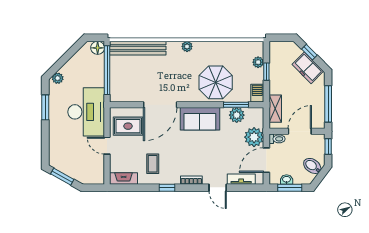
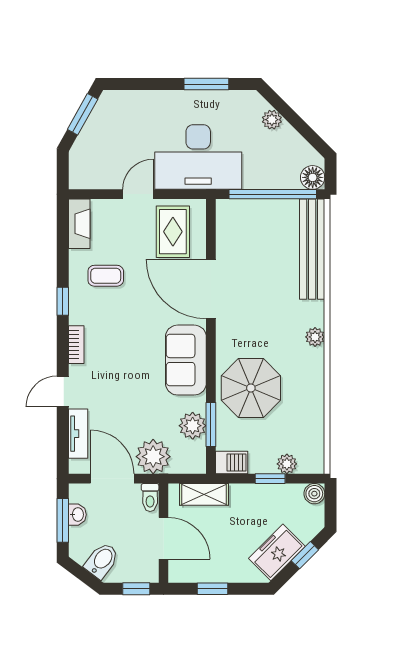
boiler: (275, 47) -> (314, 494), added
plant: (58, 78) -> (272, 120), moved
window: (328, 104) -> (213, 589), width x0.46

